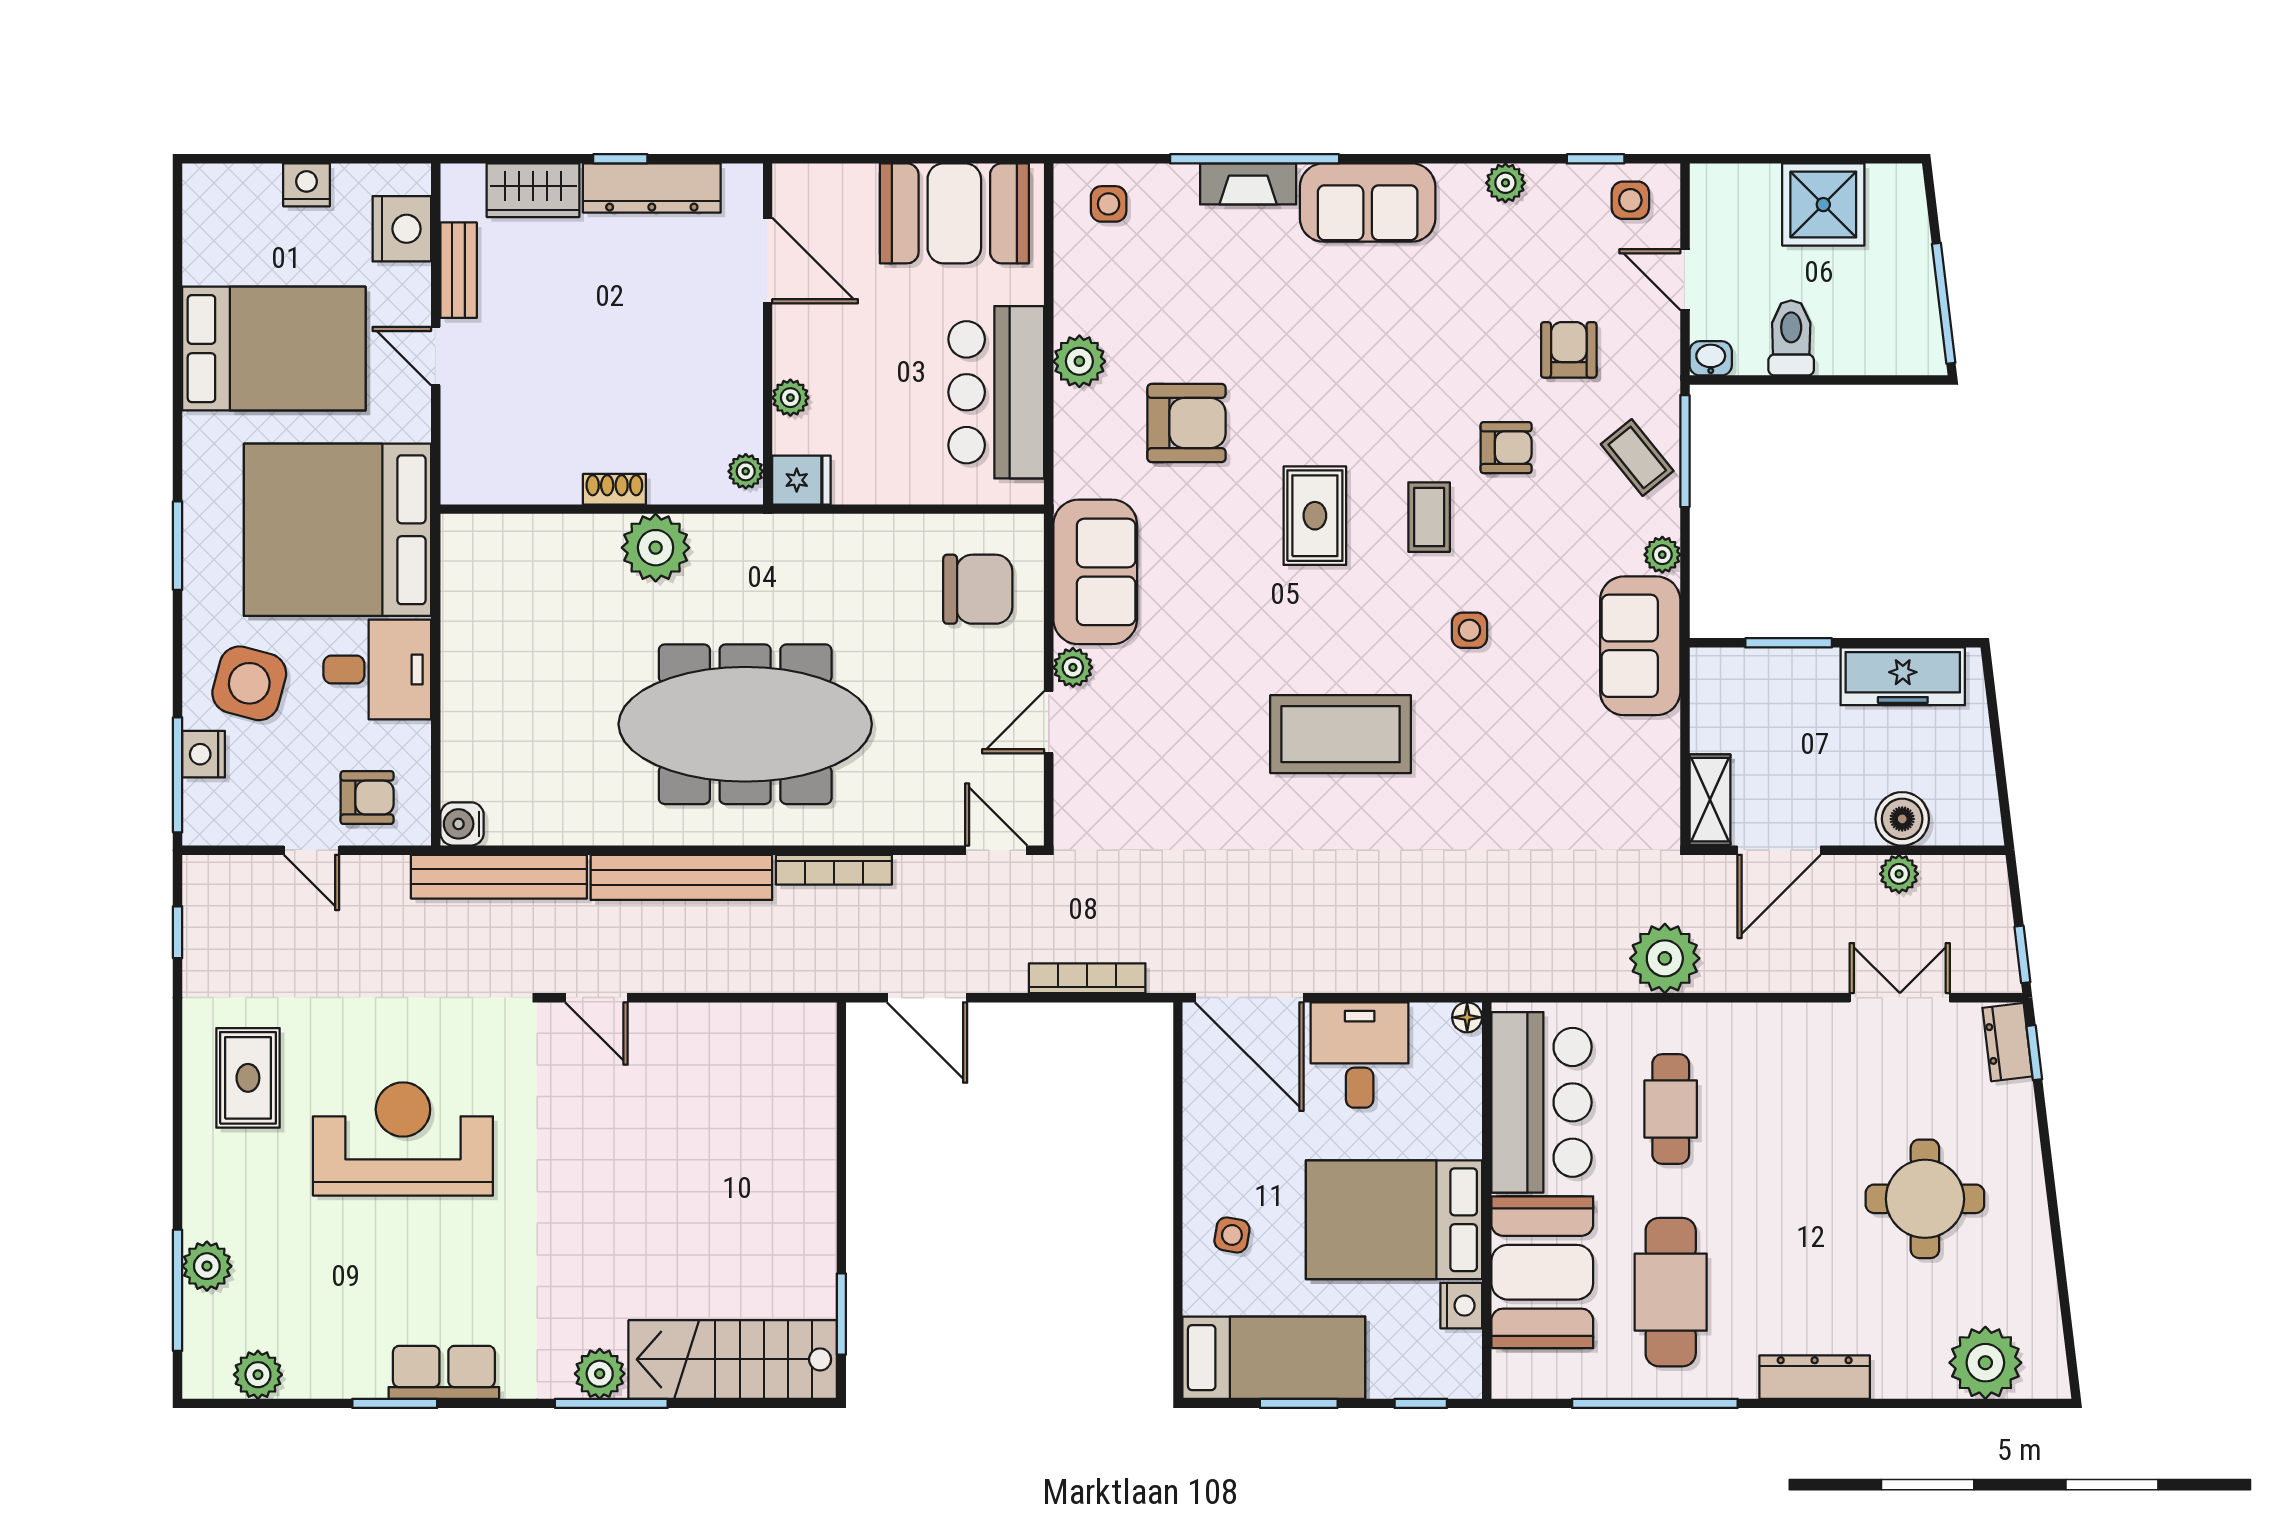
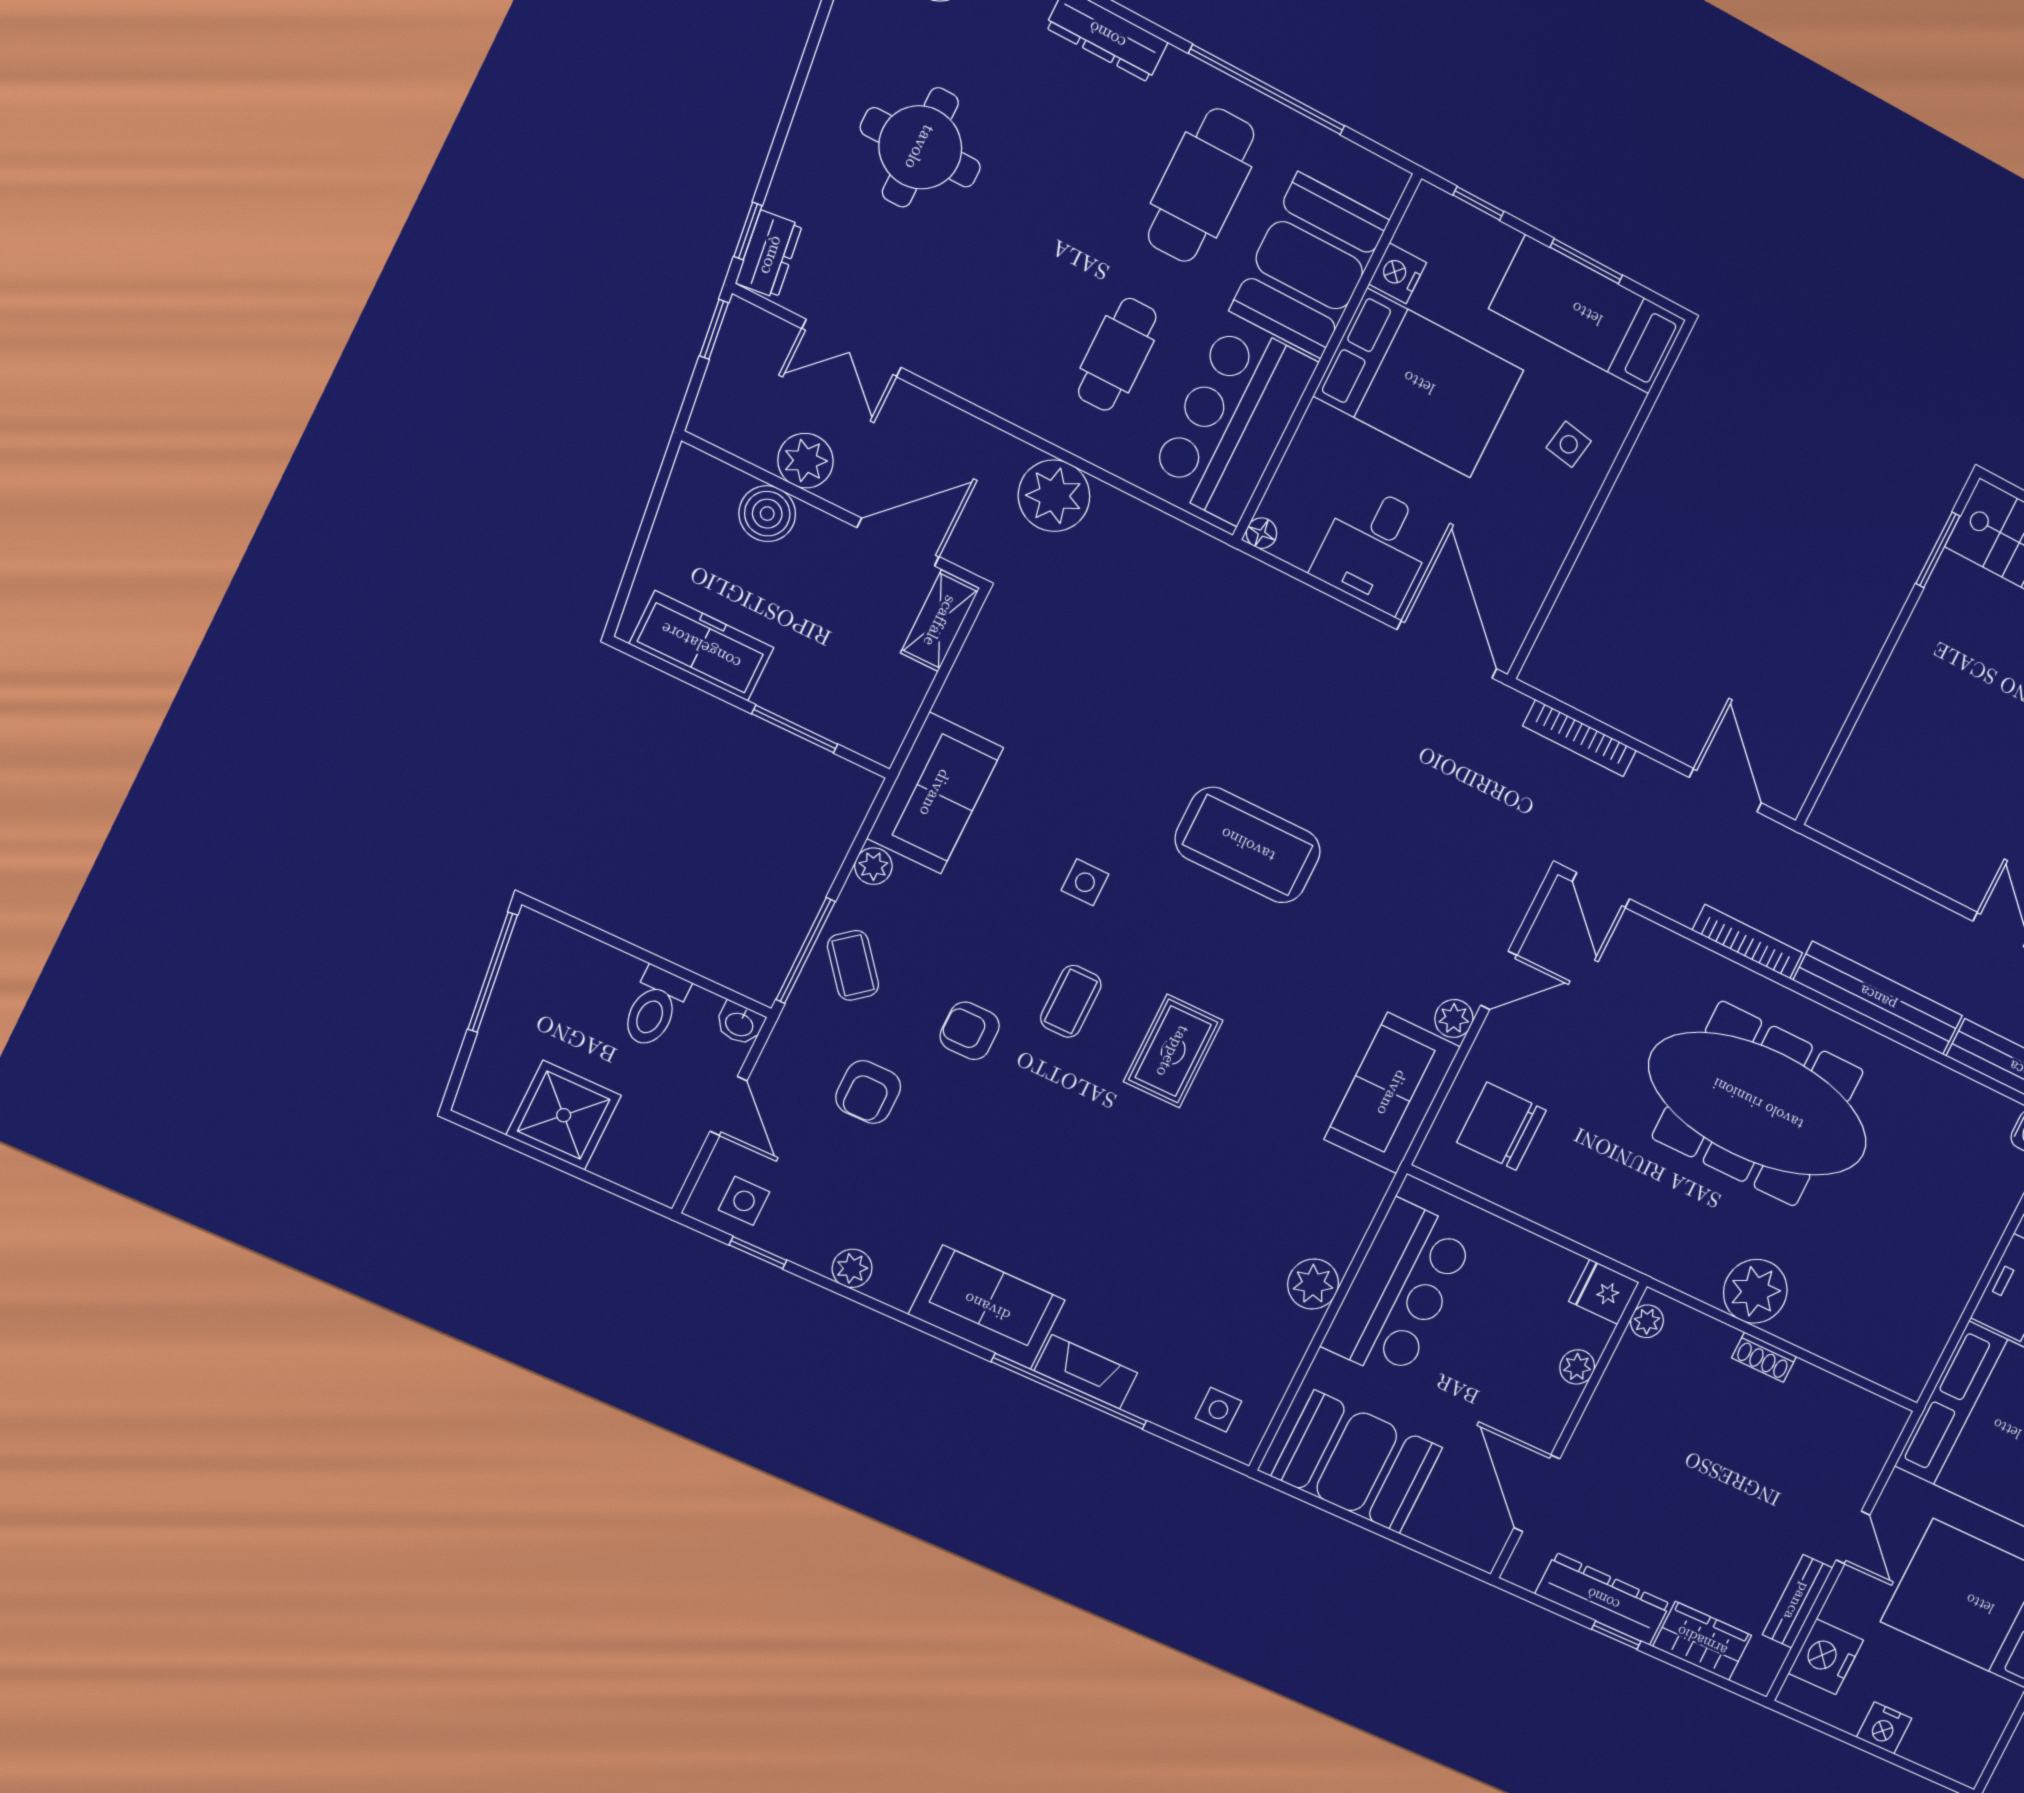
armchair: (1187, 423) -> (1246, 1186), removed
plant: (1899, 874) -> (805, 461), width x1.38, depth x1.38

